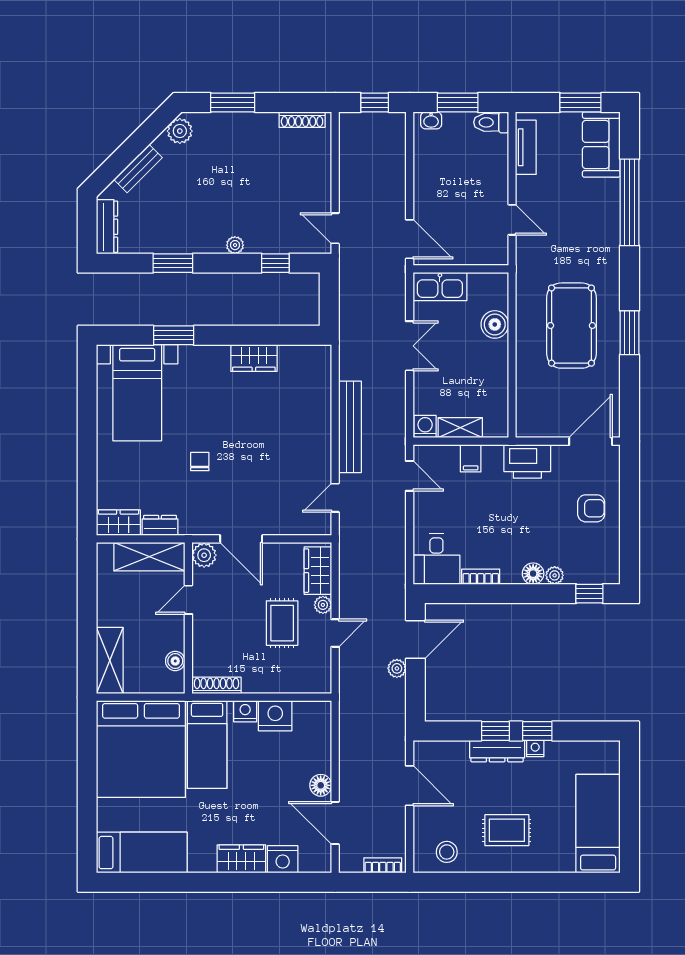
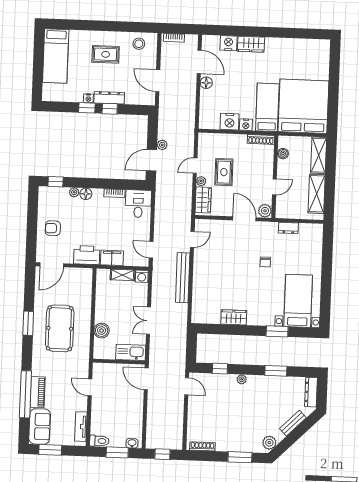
piano: (608, 207) -> (38, 392), added
filing cabinet: (471, 458) -> (112, 258), width x2.00
wardrobe: (118, 523) -> (311, 230), removed
shelving: (149, 557) -> (317, 194), moved, turned 90
bed: (142, 853) -> (305, 50), removed

